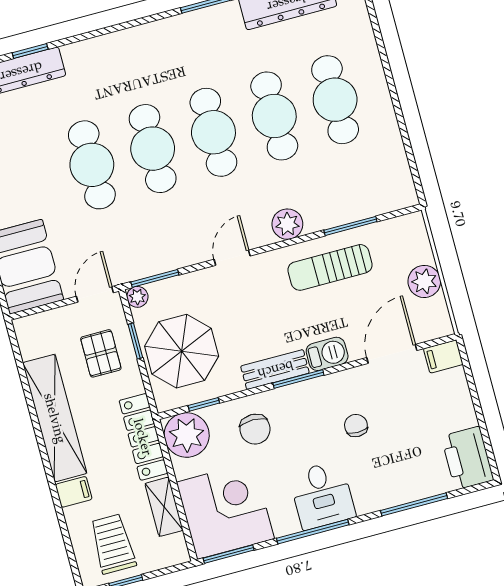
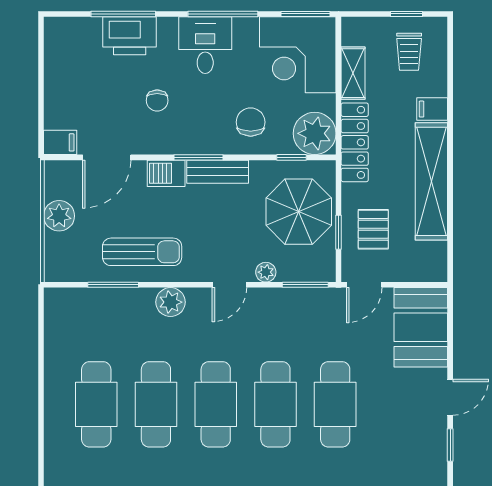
plant: (137, 297) -> (266, 272), moved
printer: (467, 458) -> (130, 36), moved, turned 90
trolley: (113, 544) -> (409, 52), width x0.73, depth x0.72

